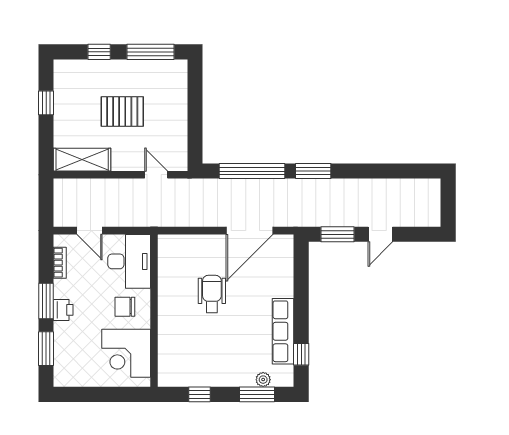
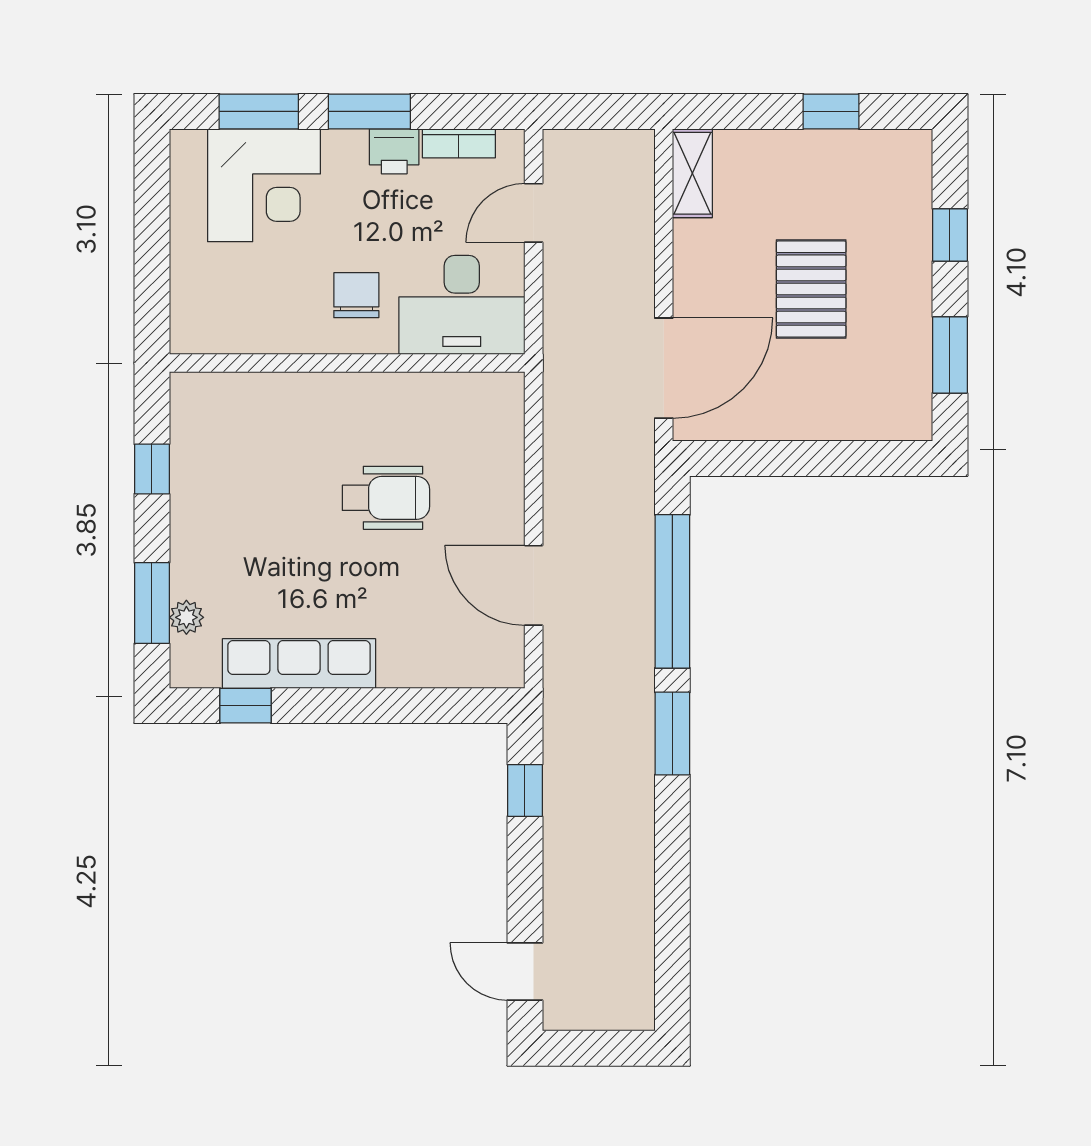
window: (151, 52) -> (950, 355), width x0.69
shelving: (82, 160) -> (692, 173), width x0.67, depth x0.75
door: (156, 175) -> (664, 368), width x1.87
door: (249, 231) -> (534, 585), width x0.73
window: (337, 234) -> (525, 790), width x0.67
door: (380, 234) -> (525, 971), moved
printer: (63, 310) -> (394, 151), moved
corner desk: (126, 353) -> (264, 185), moved, turned 180

